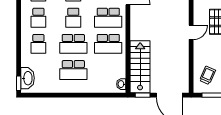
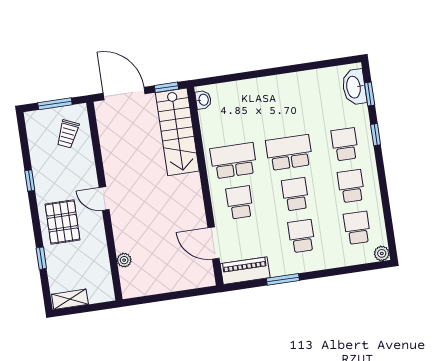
school desk: (108, 18) -> (240, 202), width x0.54
door: (191, 32) -> (104, 199), hinge flipped
window: (19, 47) -> (376, 135), added
school desk: (73, 70) -> (283, 111), removed
window: (19, 83) -> (370, 94), moved

